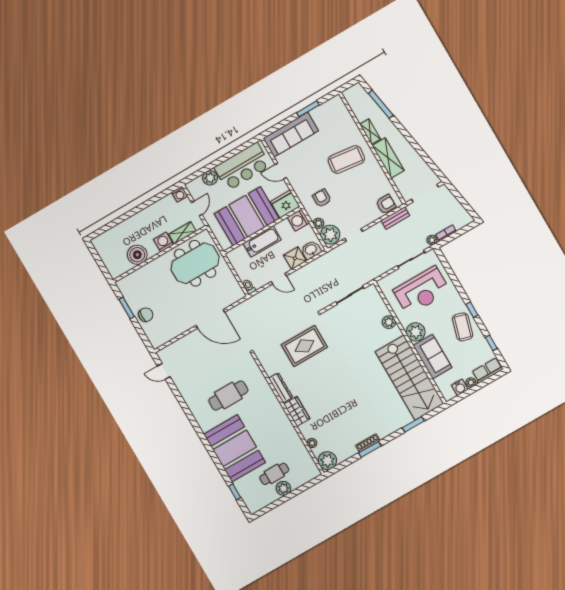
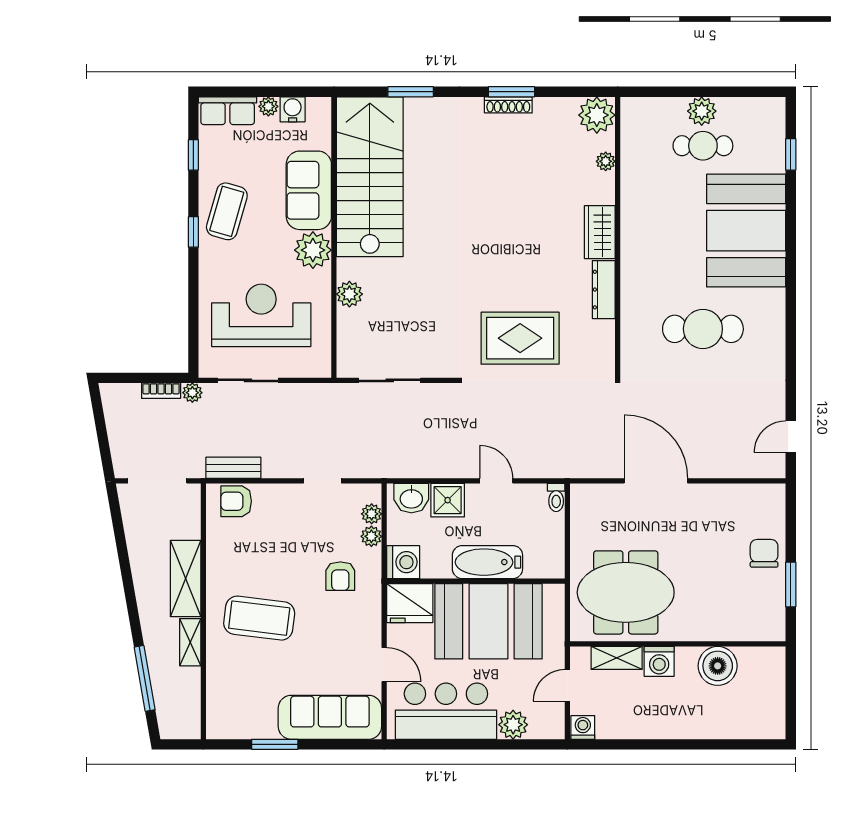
plant: (330, 235) -> (372, 514), width x0.53, depth x0.53
chair: (146, 315) -> (764, 553), turned 90
door: (164, 371) -> (791, 437), swing flipped

